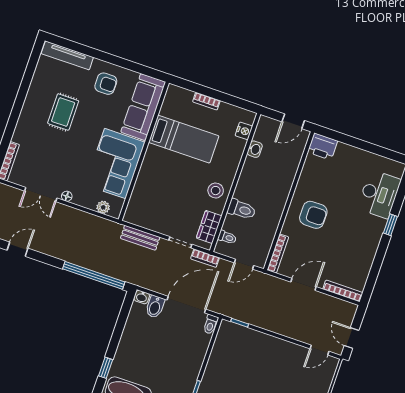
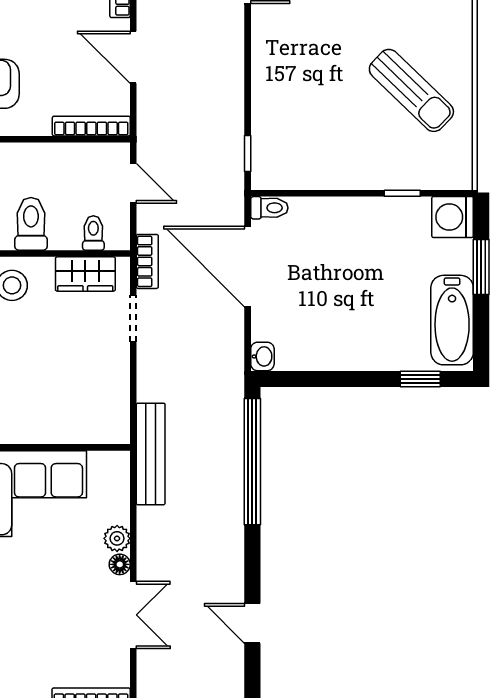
plant: (103, 207) -> (117, 538), moved
bench: (140, 238) -> (151, 454), moved, width x1.36
bidet: (155, 307) -> (272, 325), removed

